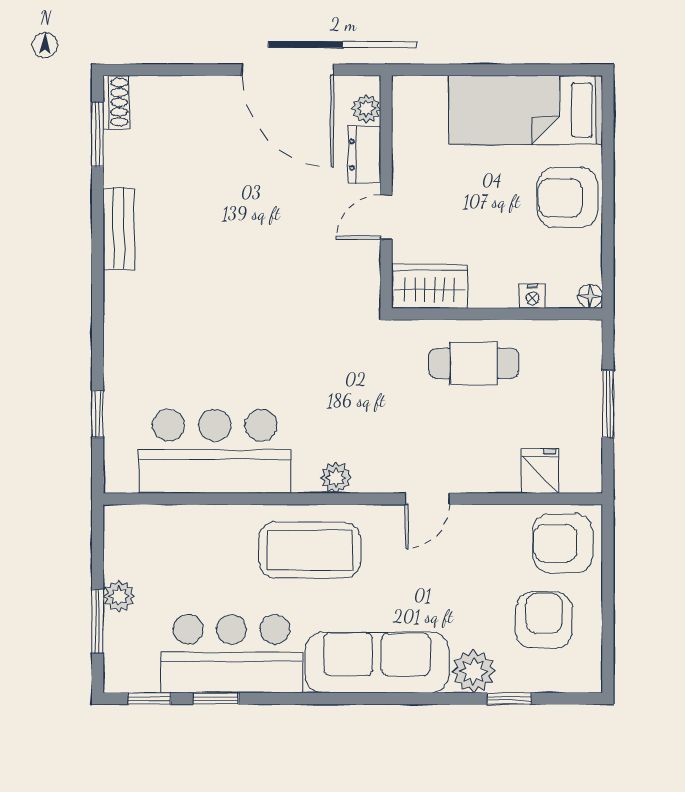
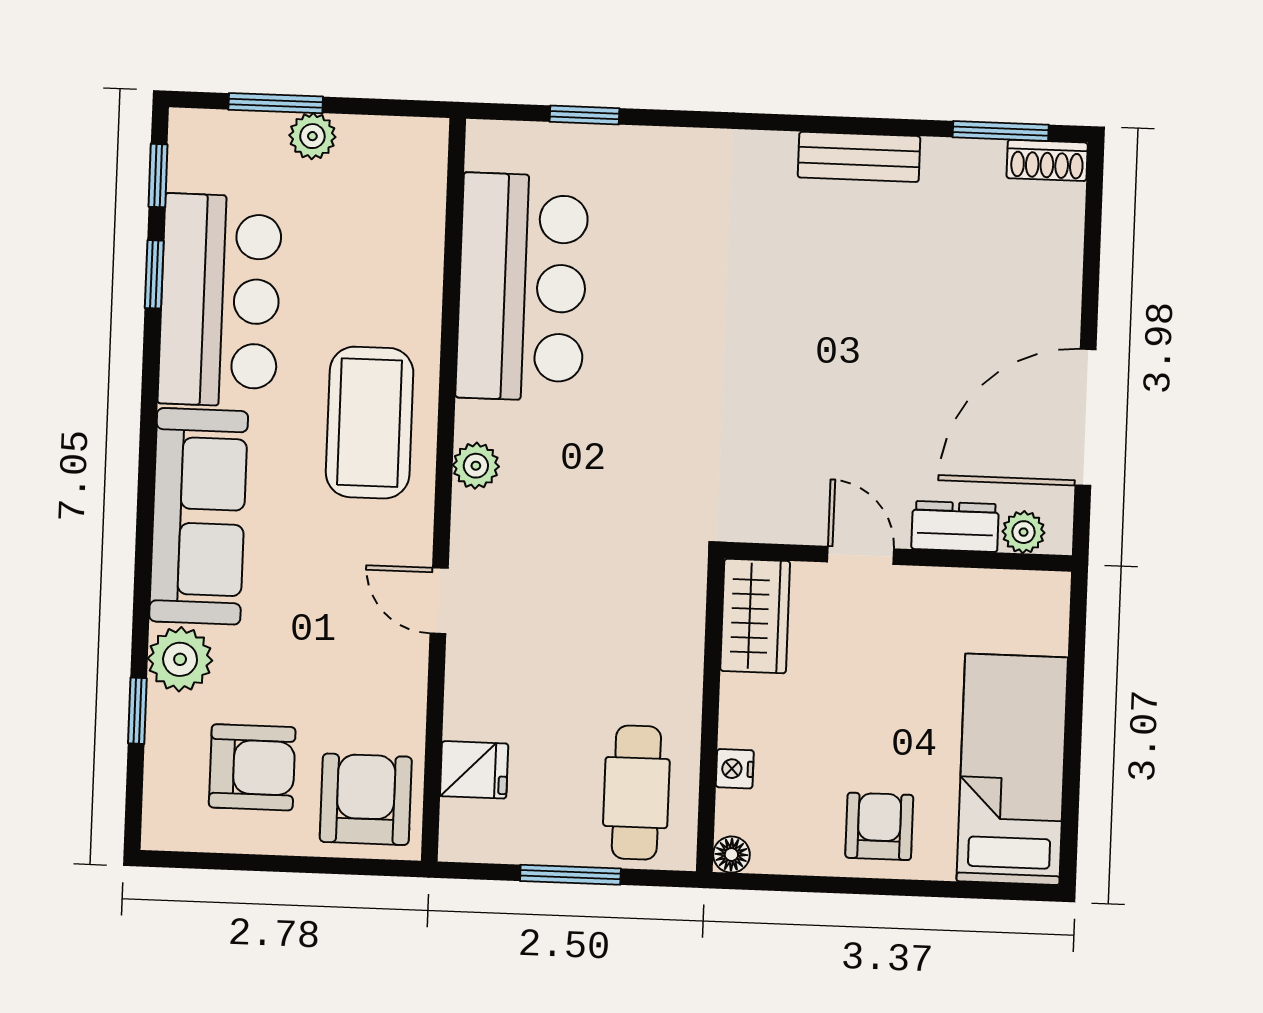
armchair: (567, 198) -> (879, 826), width x0.72, depth x0.72
cafe table: (474, 363) -> (636, 793), moved

